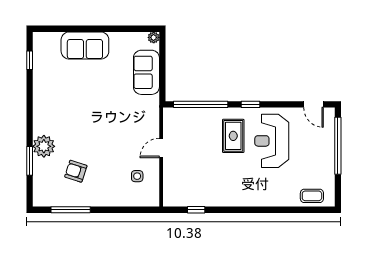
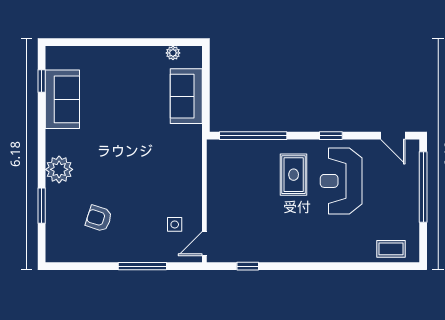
plant: (154, 37) -> (173, 53), moved
sofa: (85, 45) -> (62, 99), moved, turned -90
window: (250, 104) -> (331, 136), moved
plant: (44, 146) -> (59, 169), moved
door: (161, 148) -> (204, 244), moved
window: (71, 210) -> (142, 266), moved

